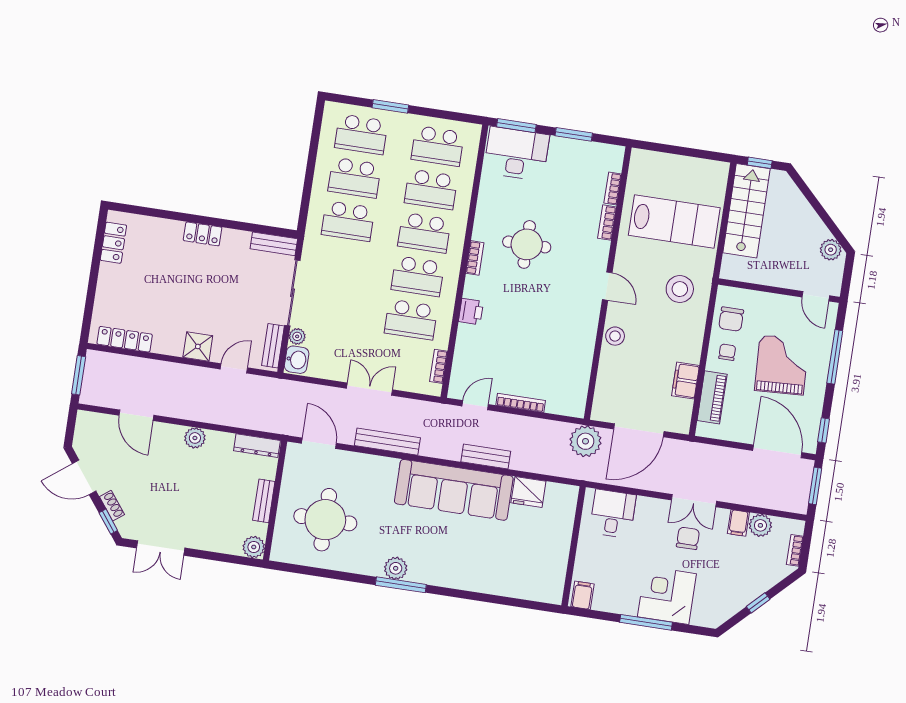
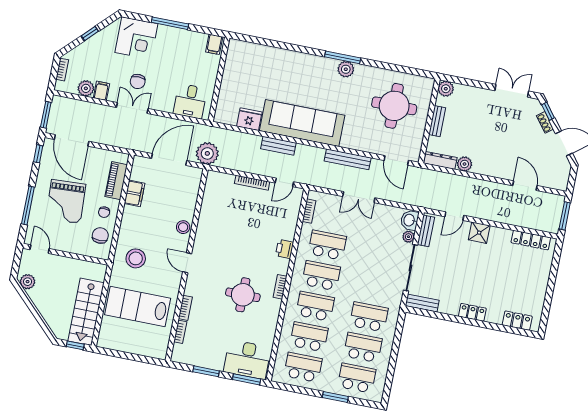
locker: (113, 243) -> (517, 321), moved, turned 90
plant: (195, 438) -> (465, 164), moved
corner desk: (667, 595) -> (136, 38), moved

